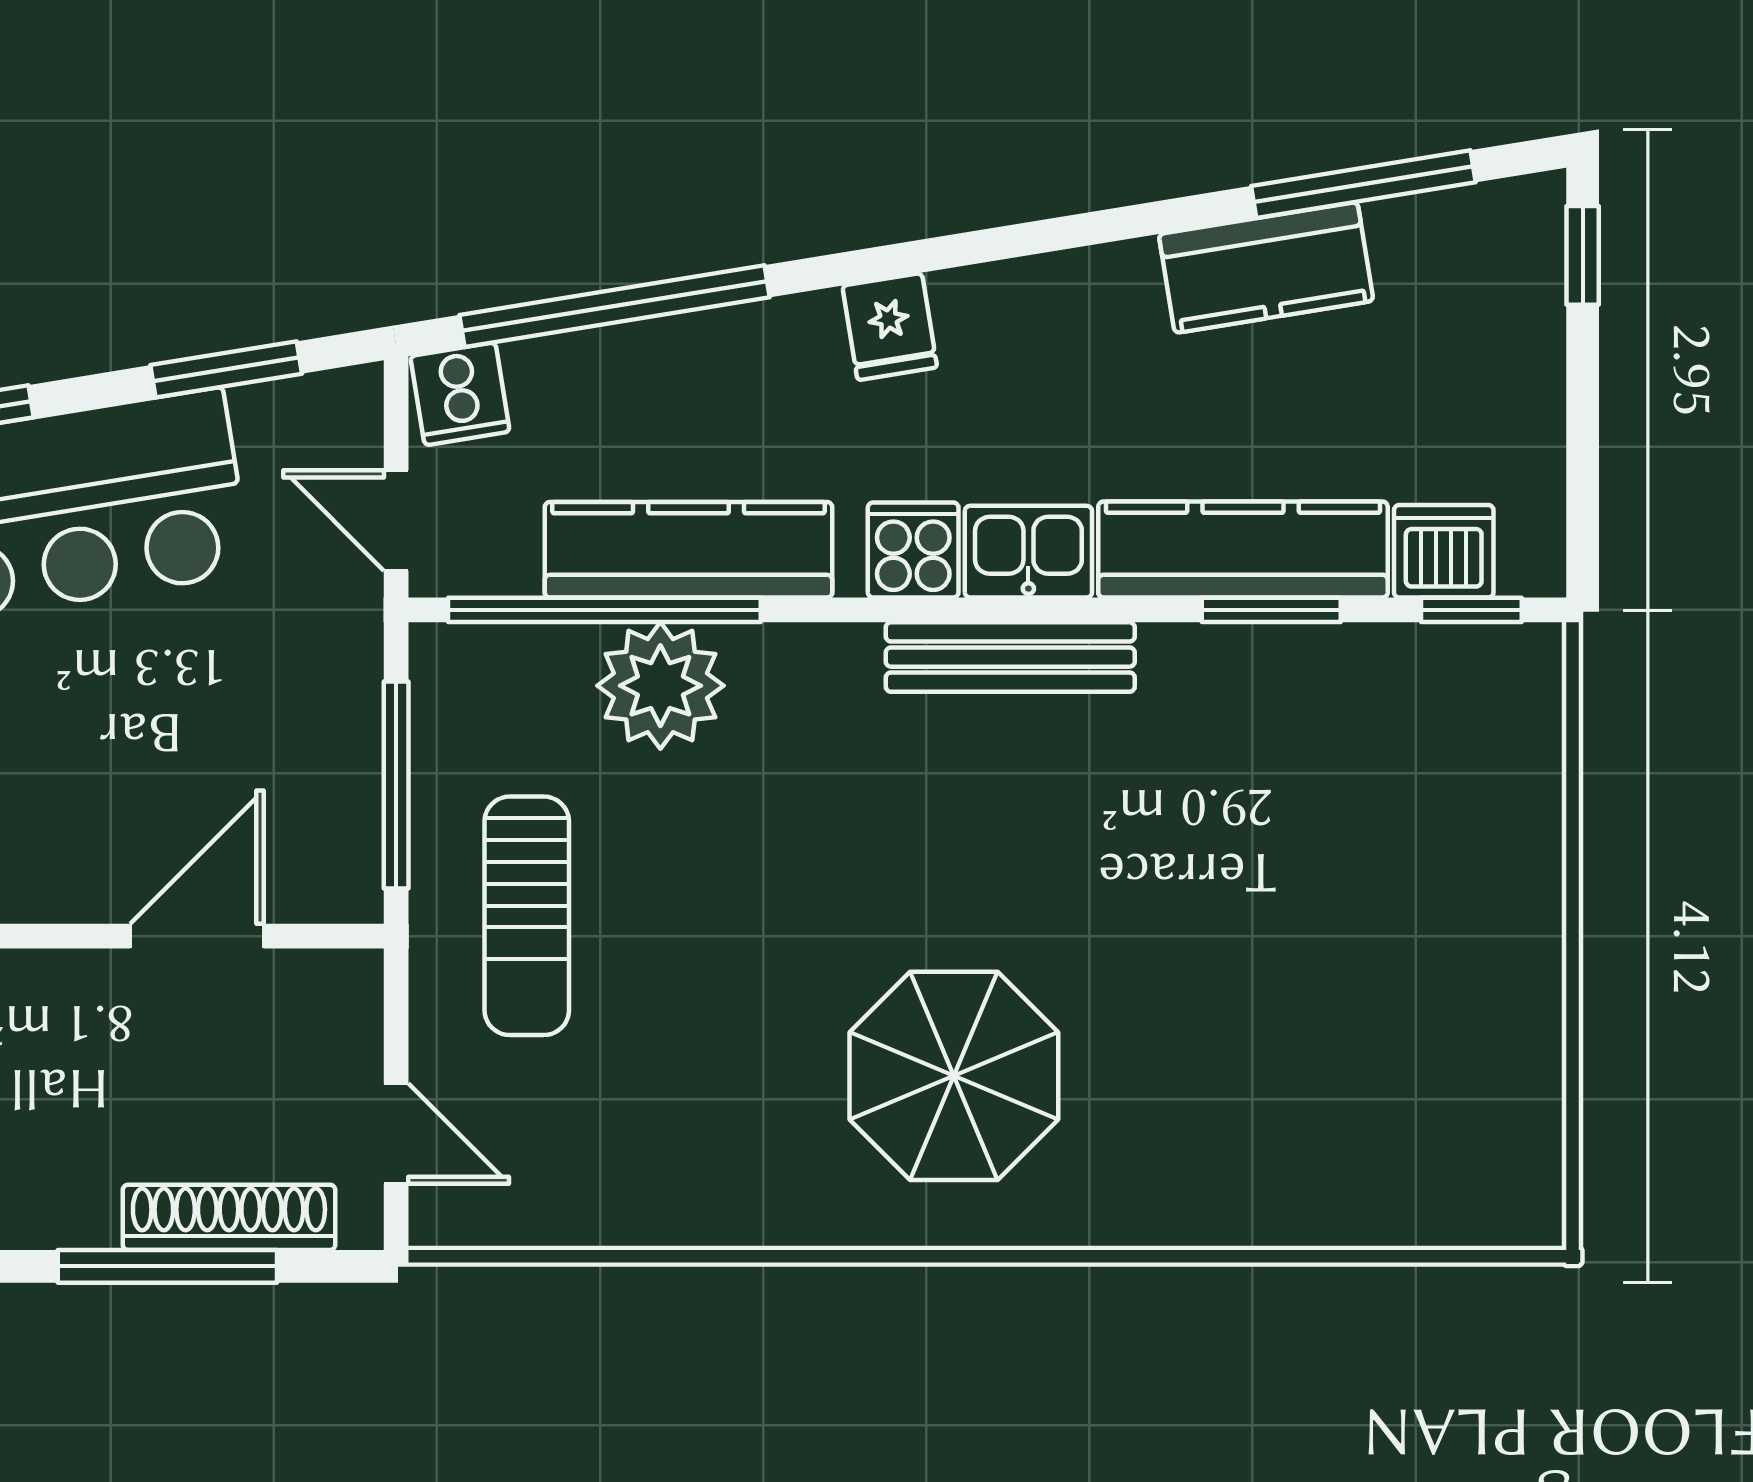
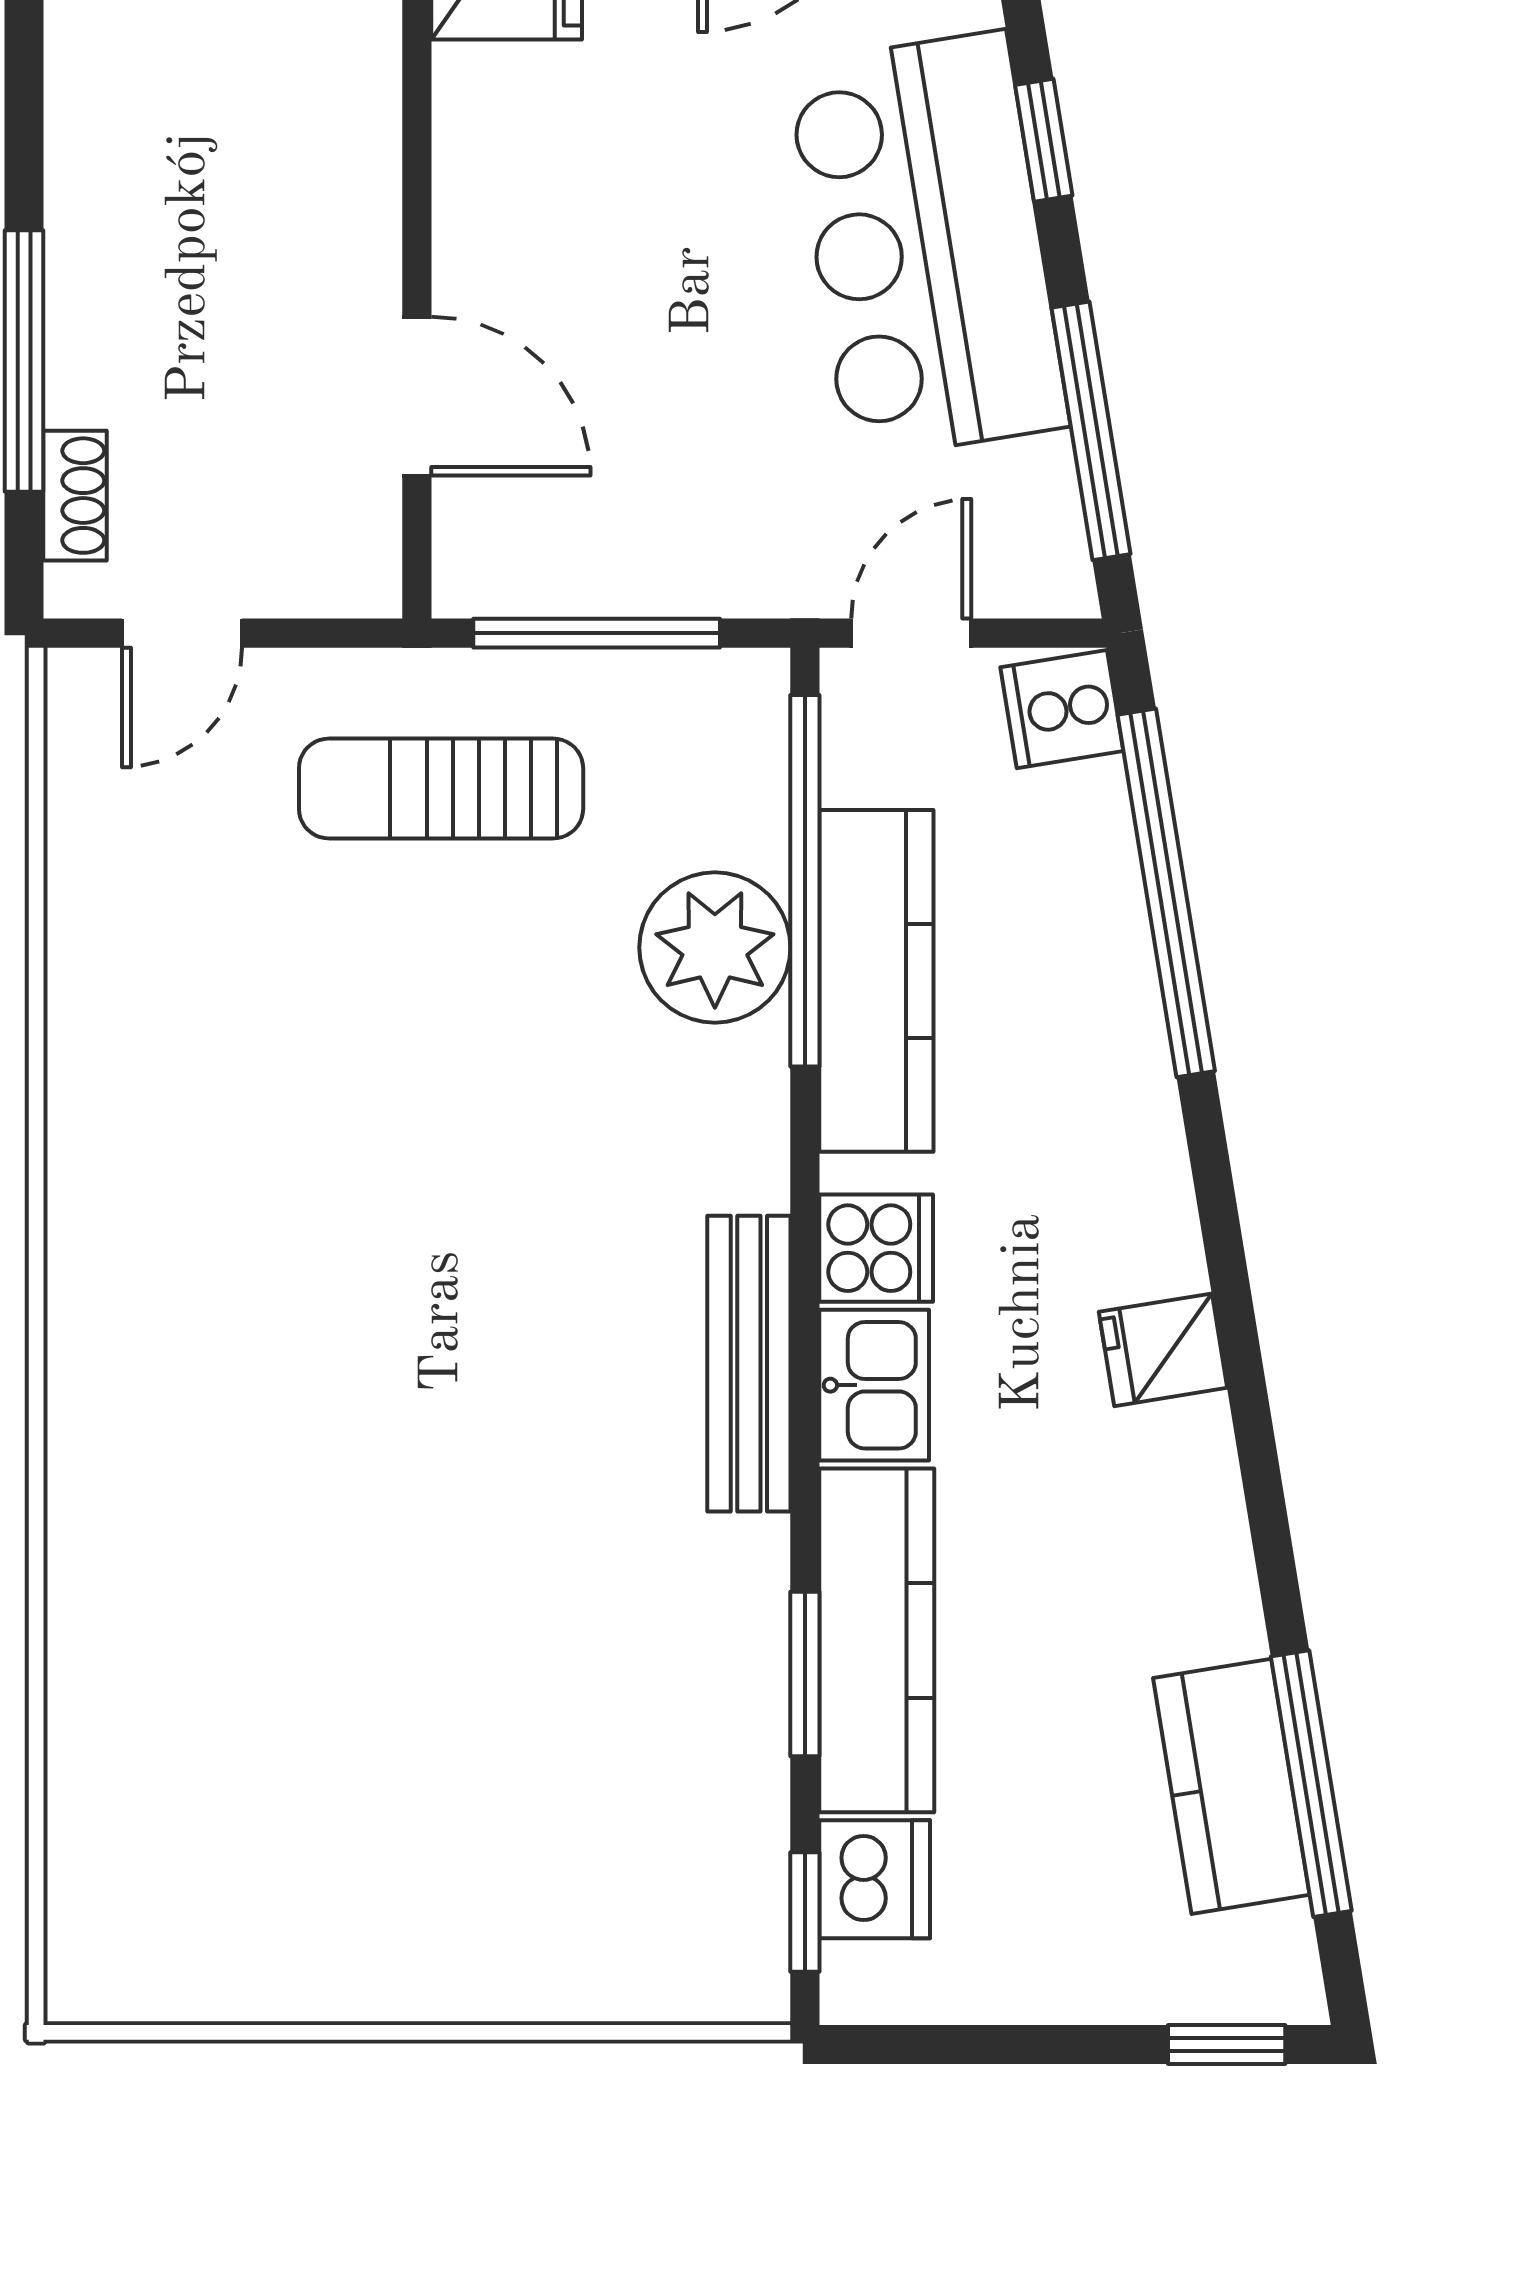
kitchen counter: (1266, 268) -> (1231, 1786), moved
fridge: (890, 327) -> (1163, 1350), moved
window: (226, 369) -> (1091, 431), width x1.44
parasol: (954, 1076) -> (251, 1296), removed
shoe rack: (229, 1217) -> (75, 496), width x0.51, depth x0.81

